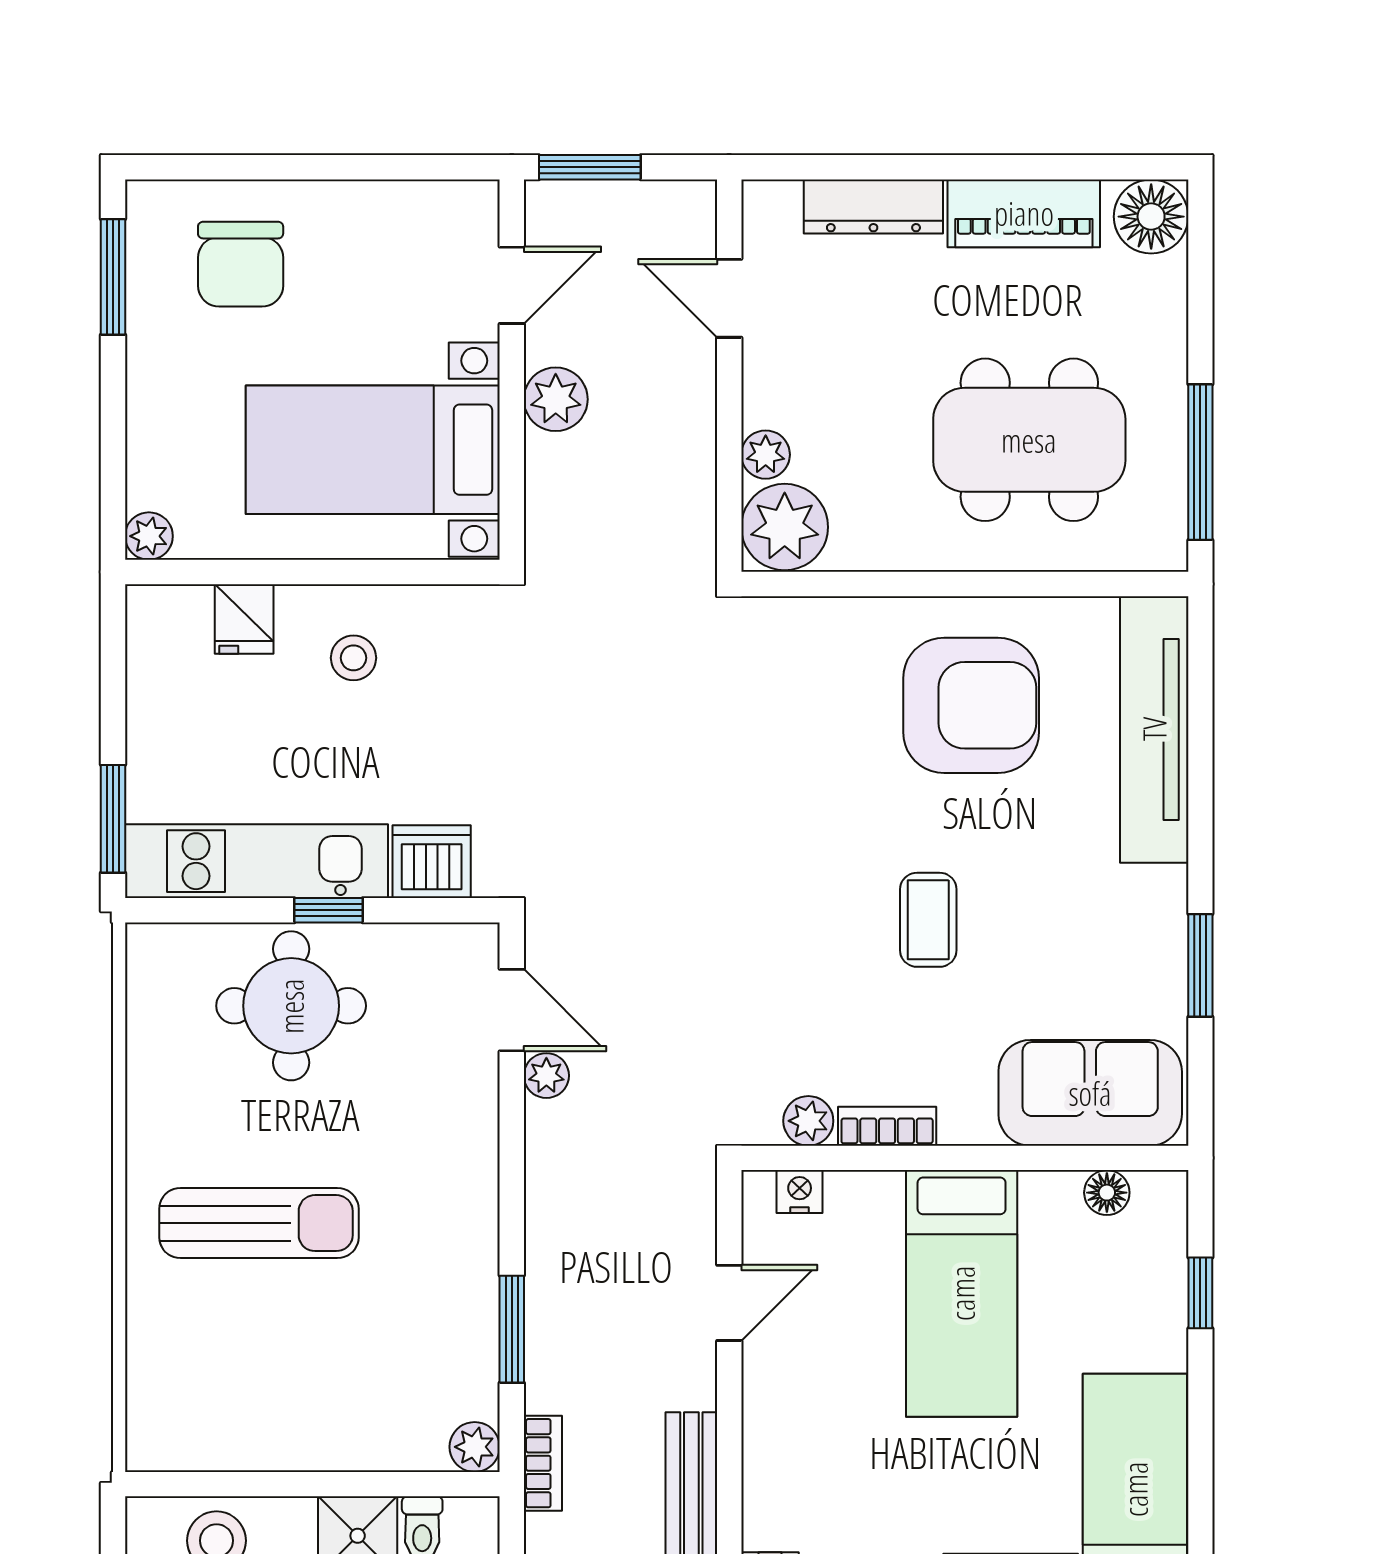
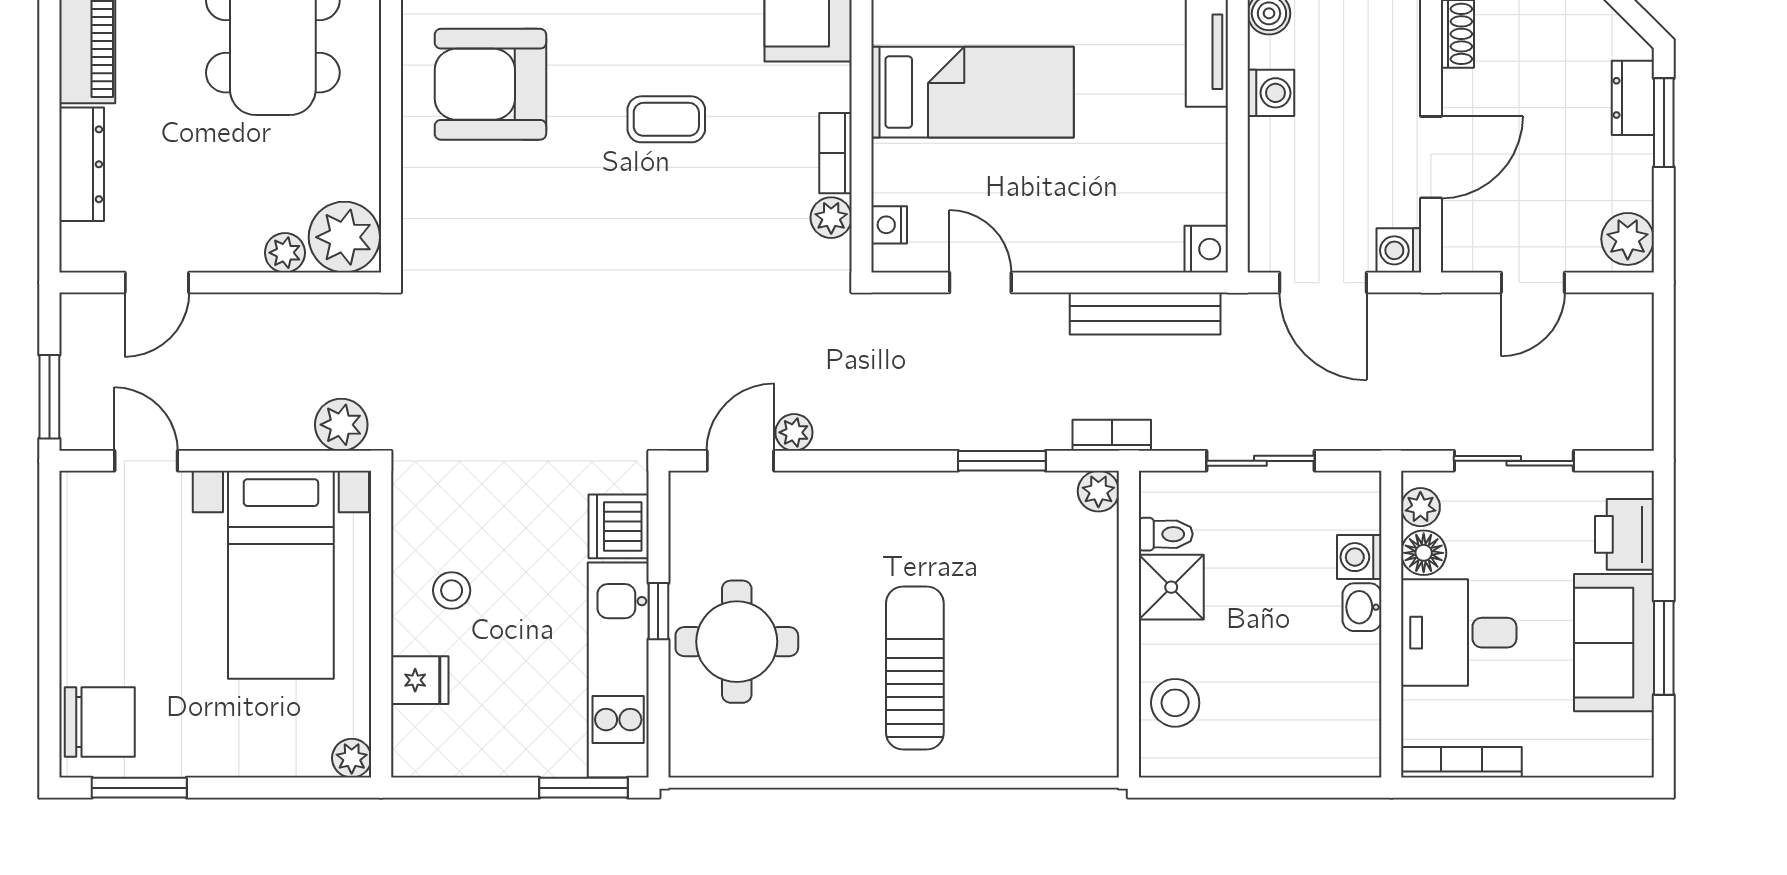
chair: (241, 264) -> (100, 722), moved
plant: (556, 399) -> (341, 425), moved
armchair: (971, 705) -> (490, 84), turned -90

